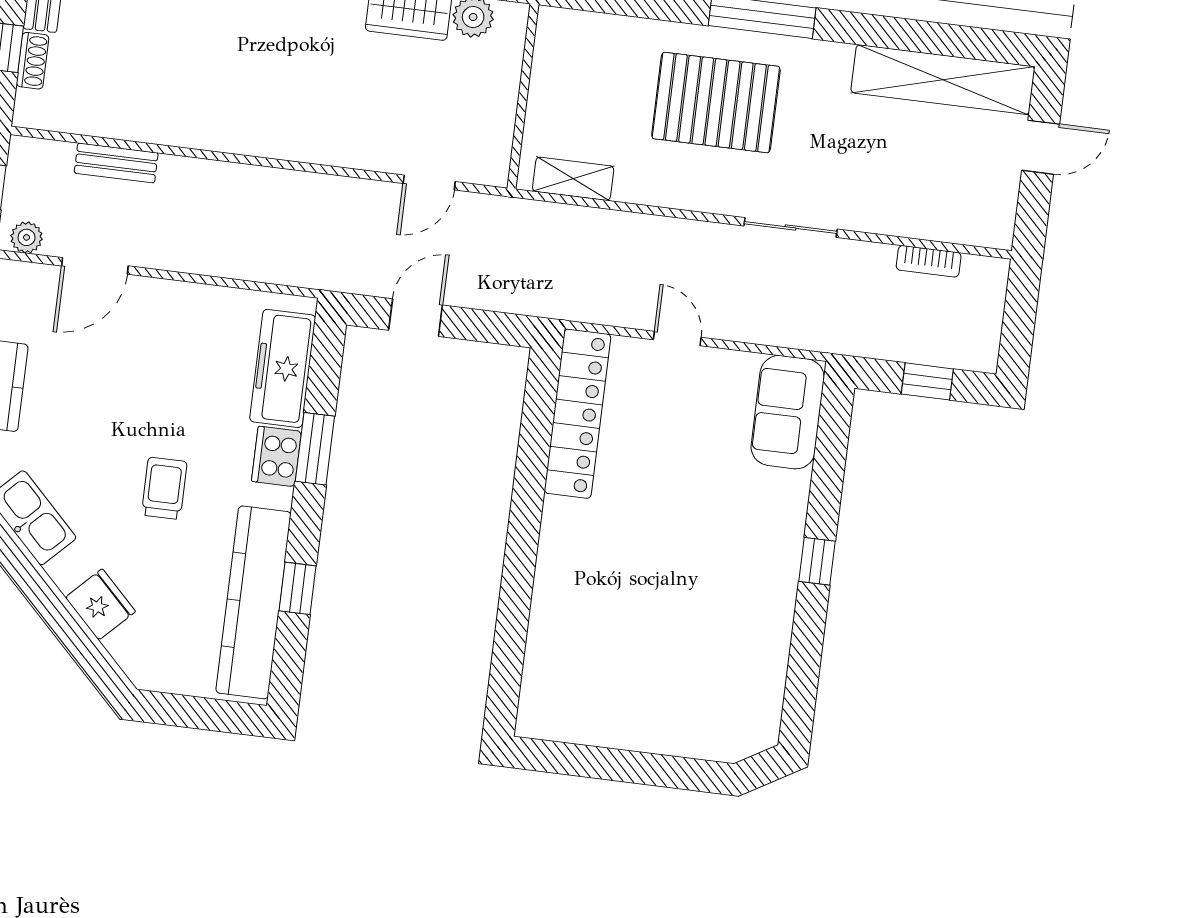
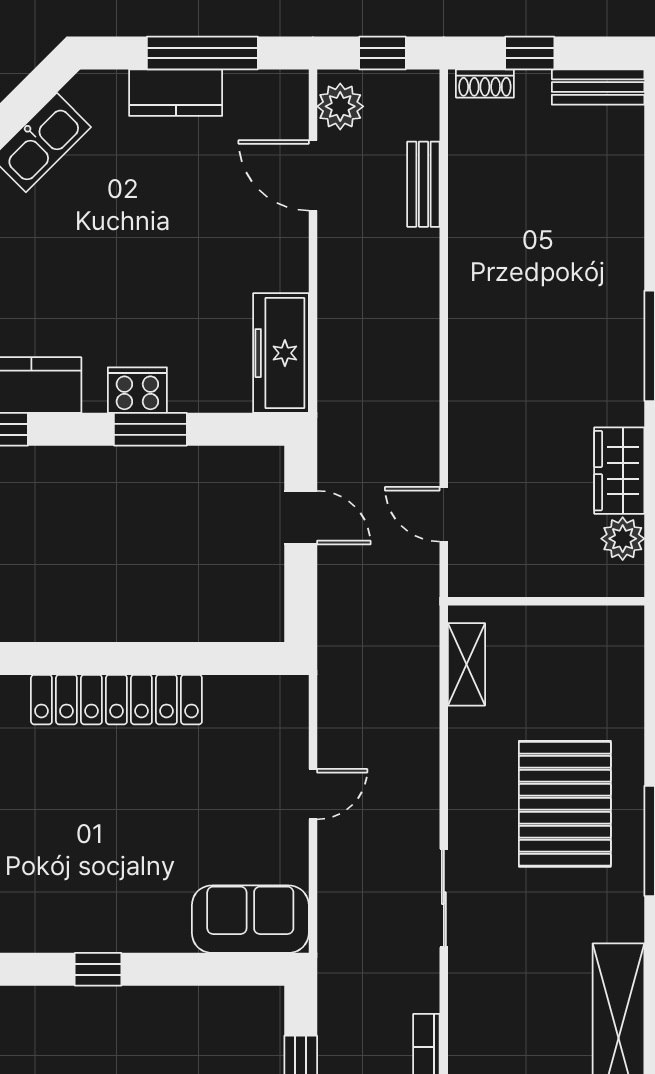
shoe rack: (33, 61) -> (485, 83), moved
plant: (27, 237) -> (340, 106), width x1.38, depth x1.38
freezer: (283, 368) -> (281, 353), moved, turned -90
locker: (578, 414) -> (116, 700), moved
trolley: (164, 488) -> (89, 277), removed

